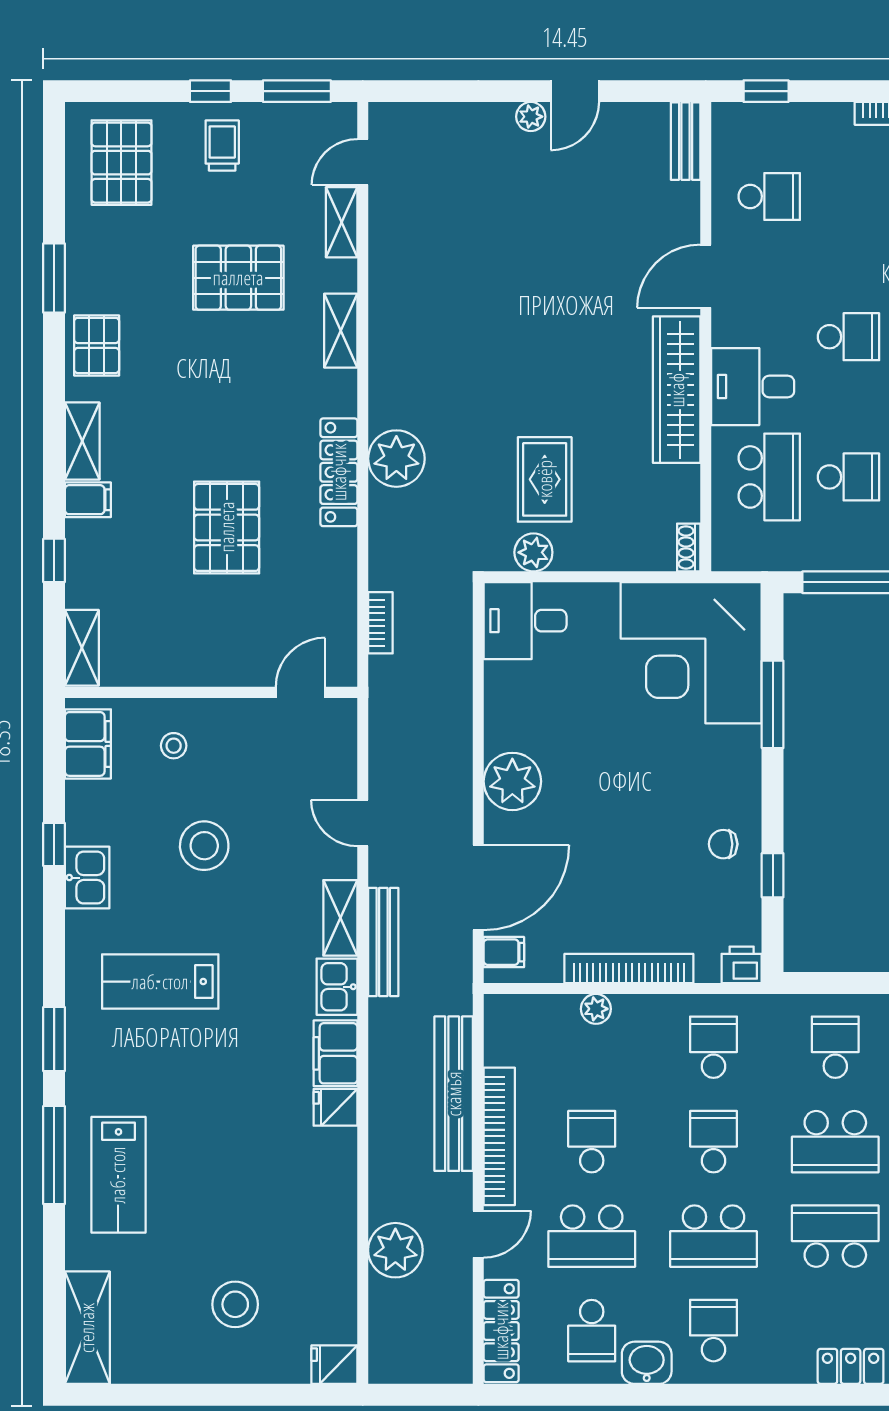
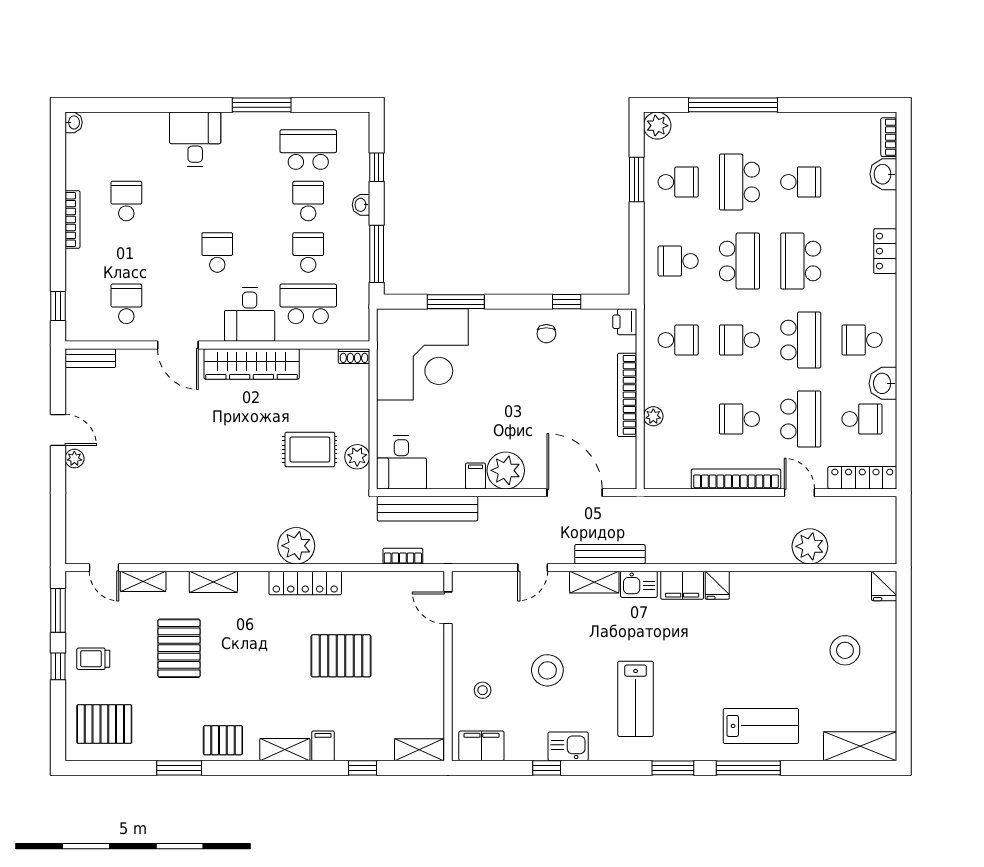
filing cabinet: (504, 952) -> (475, 476), moved
school desk: (713, 1047) -> (678, 340), turned 180
bench: (454, 1094) -> (427, 509), moved

